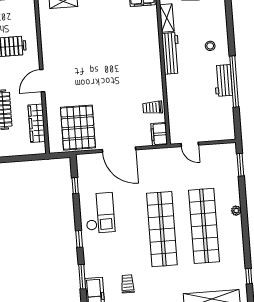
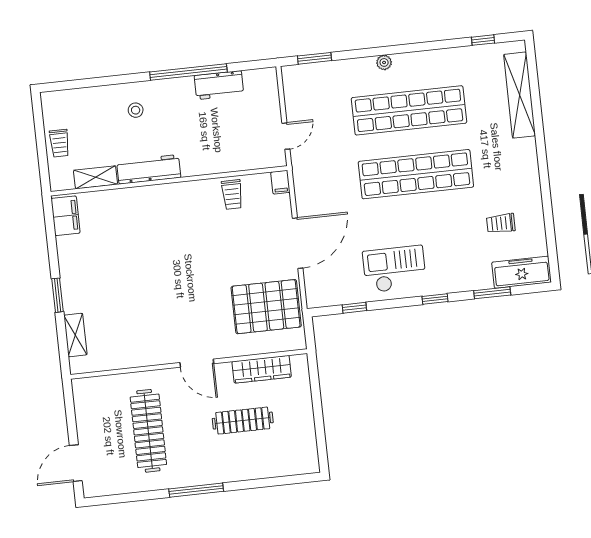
workbench: (223, 80) -> (219, 85), moved
filing cabinet: (159, 134) -> (280, 182), width x0.50

